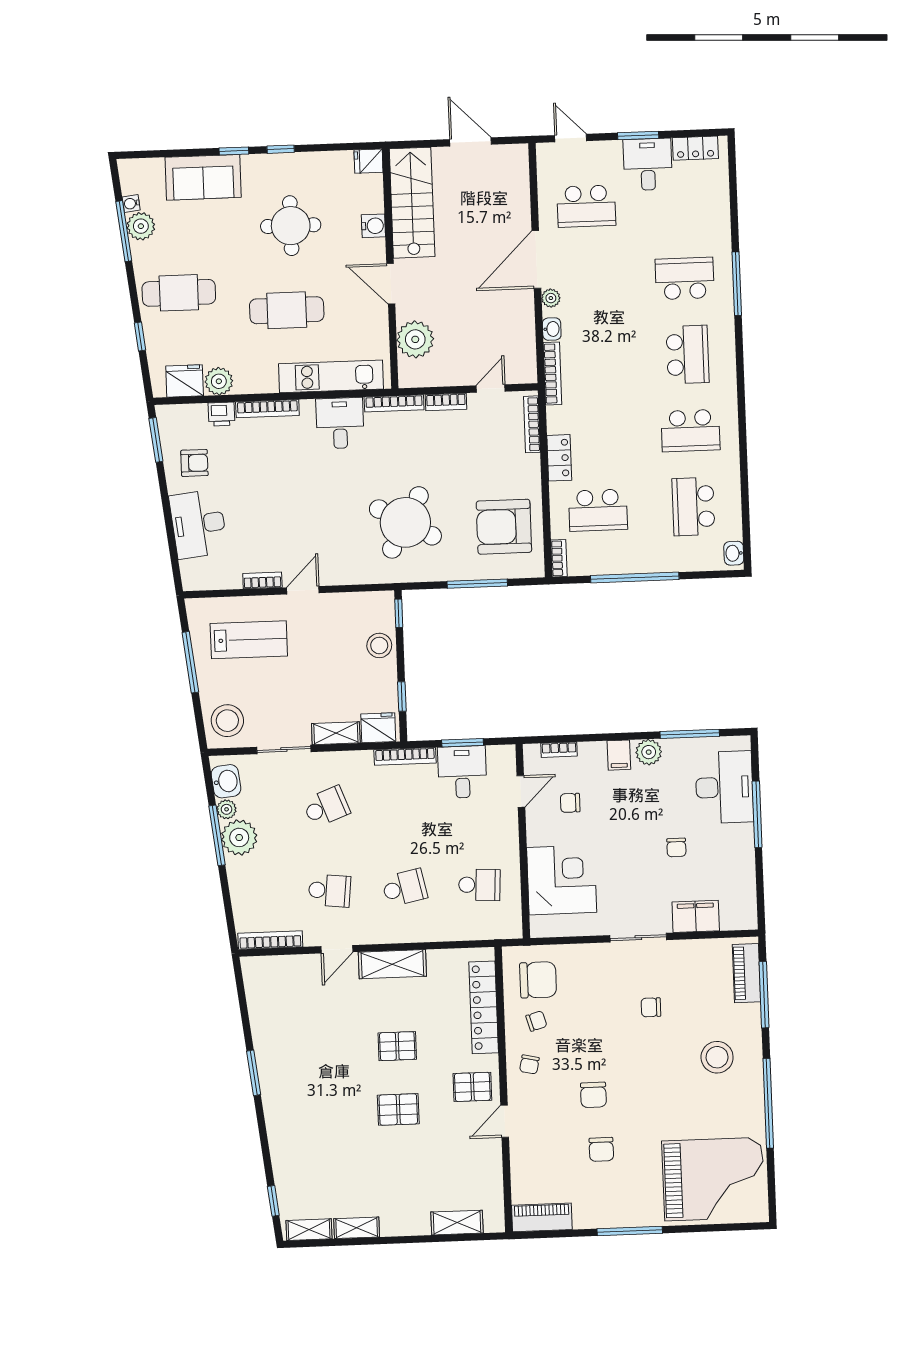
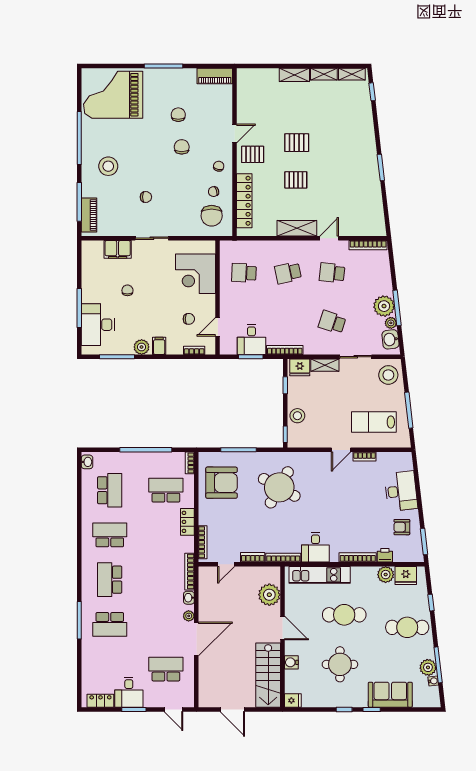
school desk: (326, 807) -> (332, 322), turned 39
chair: (538, 980) -> (212, 216), turned -90
shelving: (457, 1223) -> (294, 75), moved

